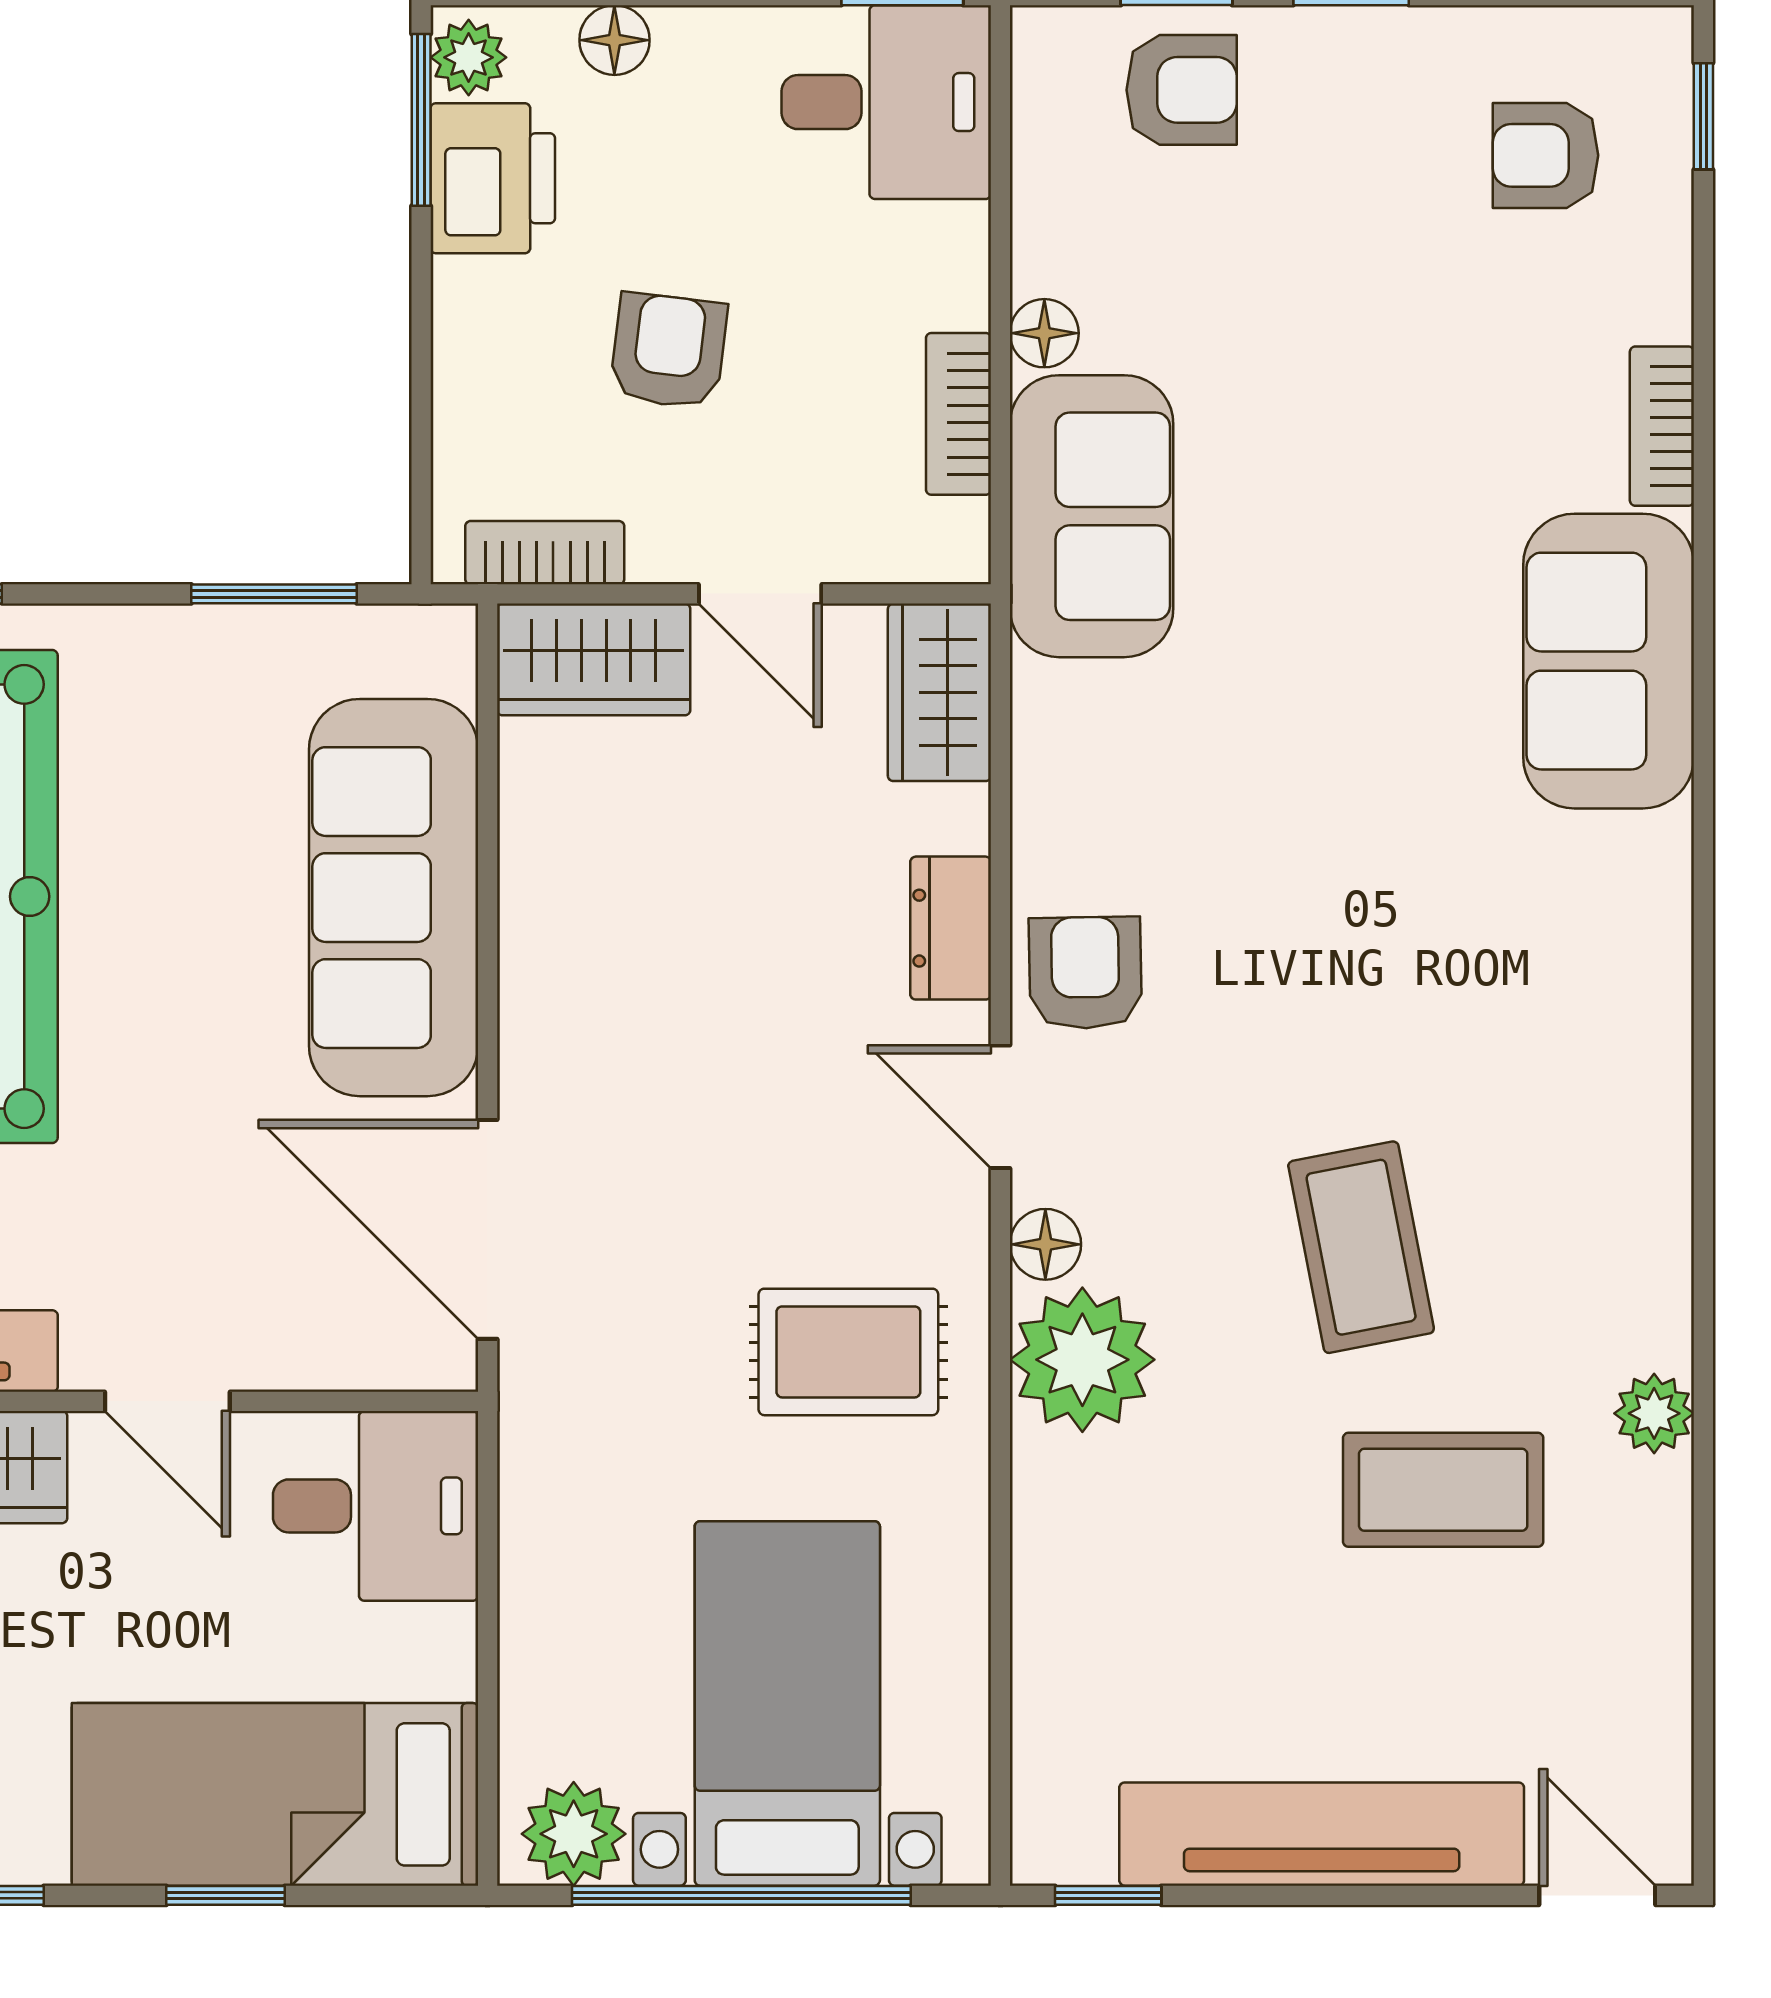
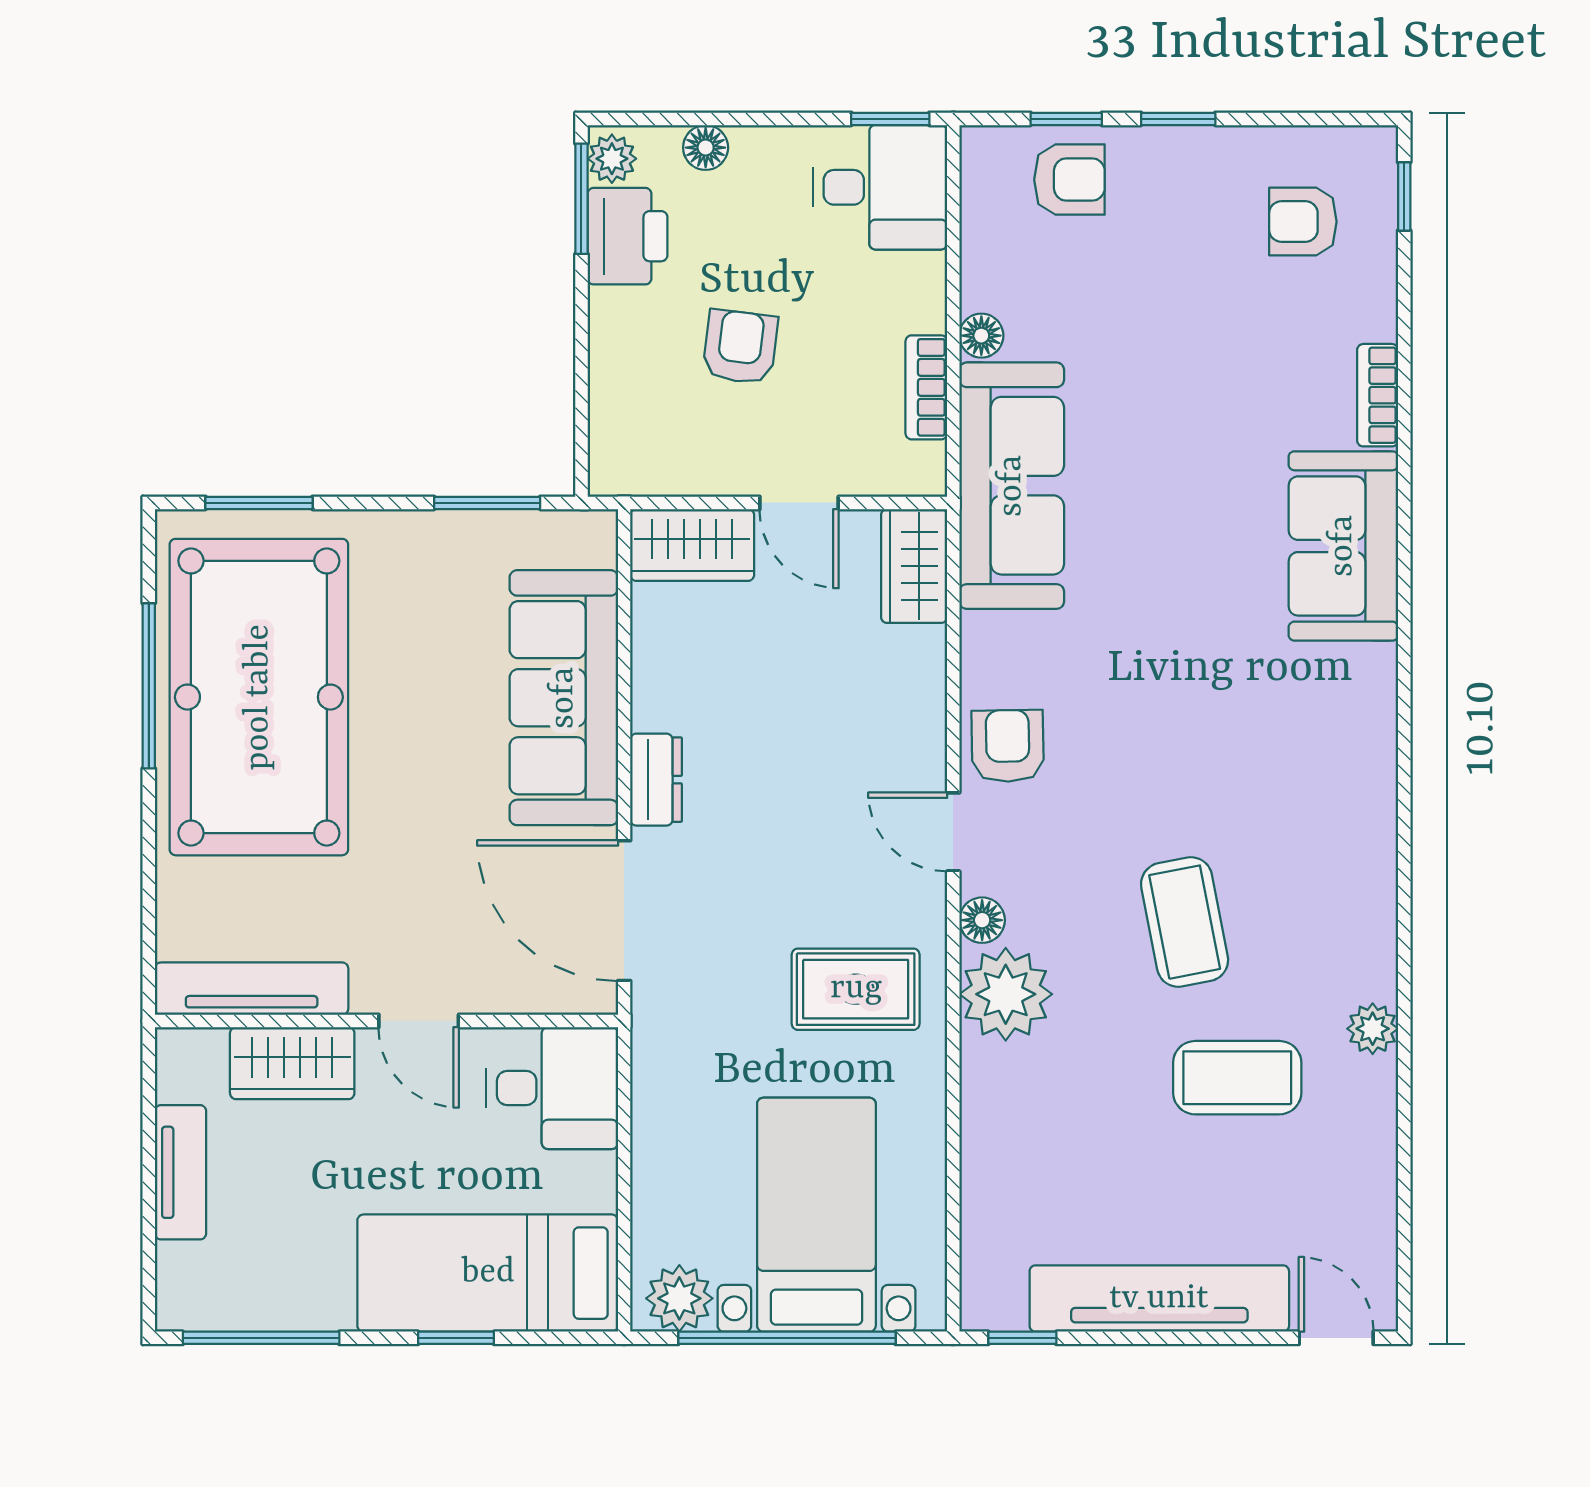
sofa: (1092, 516) -> (1012, 486), width x1.36
bookcase: (545, 553) -> (661, 476), removed
dresser: (951, 928) -> (656, 780), moved, turned 180

